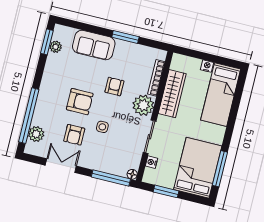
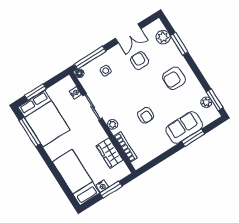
window: (125, 37) -> (193, 138), moved
window: (203, 56) -> (111, 190), added
wardrobe: (172, 94) -> (110, 153), width x0.67
armchair: (80, 102) -> (174, 78), moved
plant: (143, 105) -> (113, 124), width x0.53, depth x0.53
window: (29, 116) -> (179, 44), width x0.47
side table: (102, 127) -> (106, 71), moved
window: (166, 191) -> (35, 92), moved

